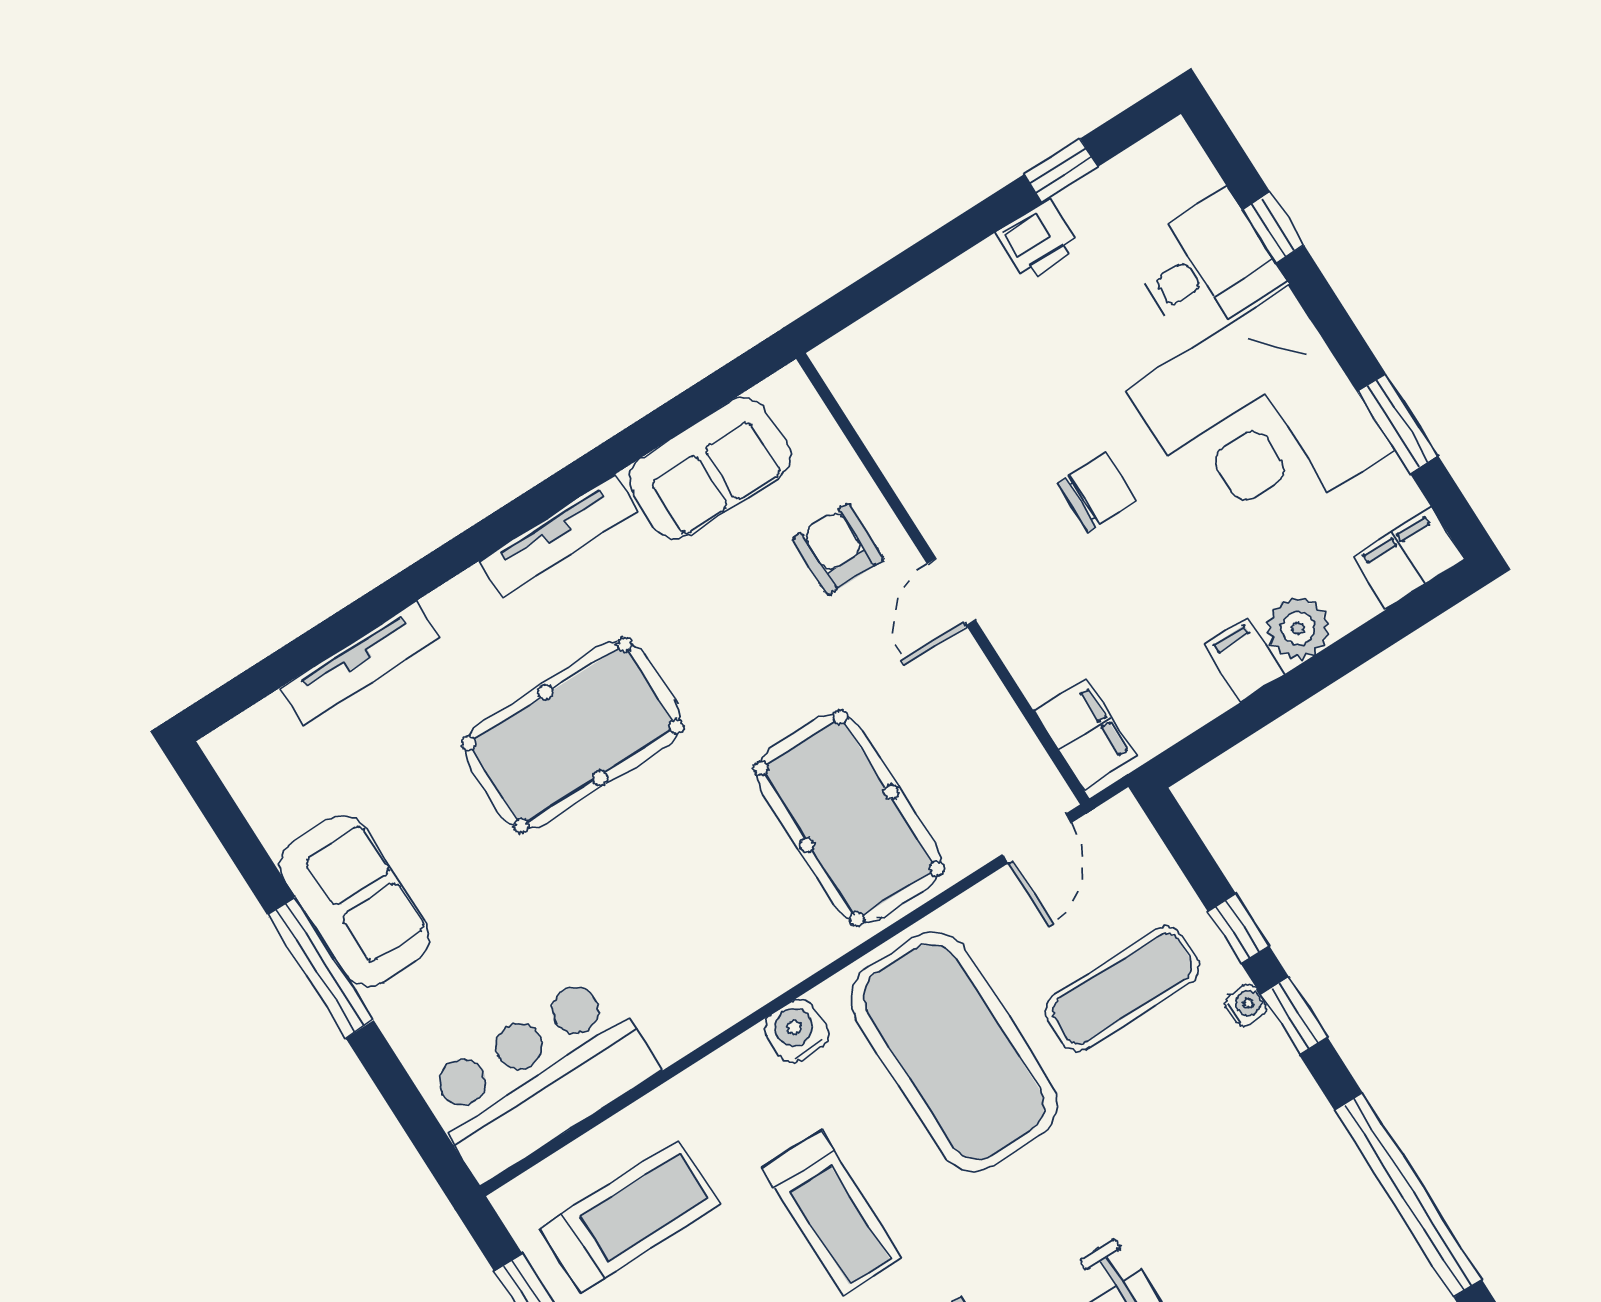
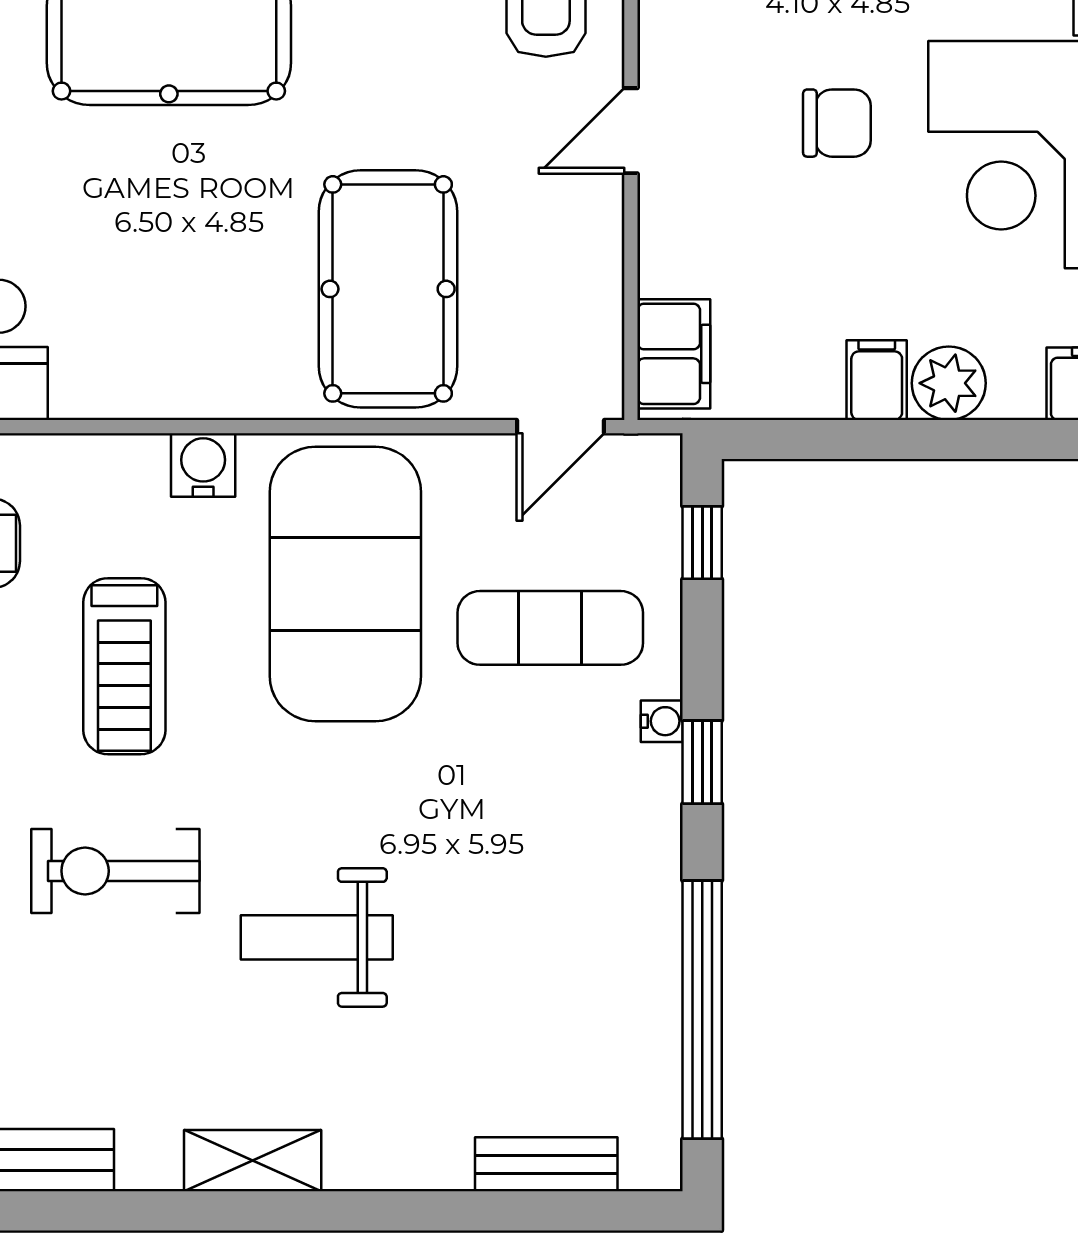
window: (1239, 929) -> (702, 543), moved

